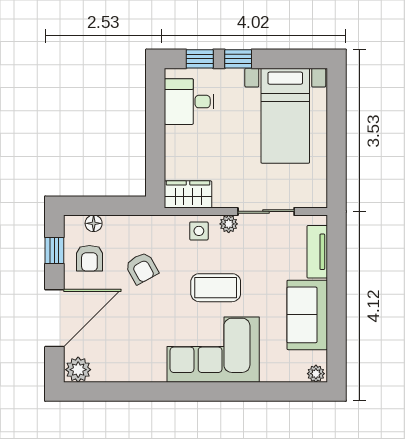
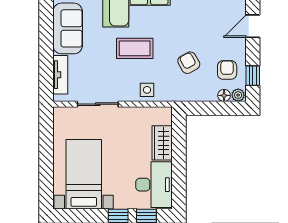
desk: (189, 102) -> (154, 185), width x1.37
wardrobe: (188, 194) -> (162, 143), moved, turned 90
plant: (229, 224) -> (238, 95), moved
door: (54, 318) -> (253, 26), width x0.53

